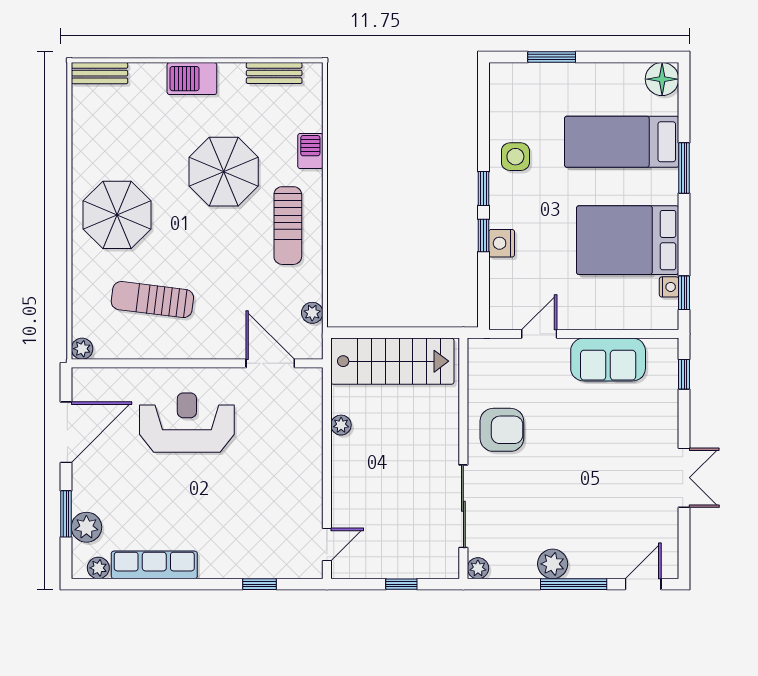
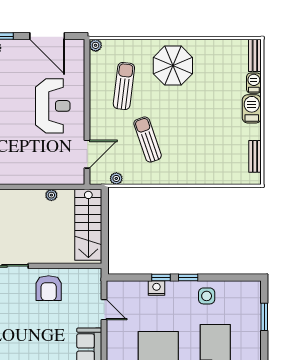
barbecue: (310, 151) -> (254, 83), moved, turned -90
parasol: (224, 172) -> (198, 127), removed
sun lounger: (288, 226) -> (148, 140), moved, turned 71

